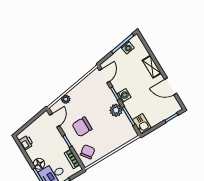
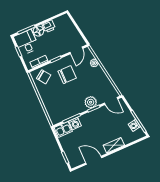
door: (171, 86) -> (94, 160), hinge flipped
washing machine: (124, 96) -> (75, 123), moved
plant: (116, 110) -> (91, 102), moved
door: (55, 120) -> (76, 50), hinge flipped
chair: (82, 127) -> (67, 75), turned 90
printer: (26, 143) -> (49, 26), moved

